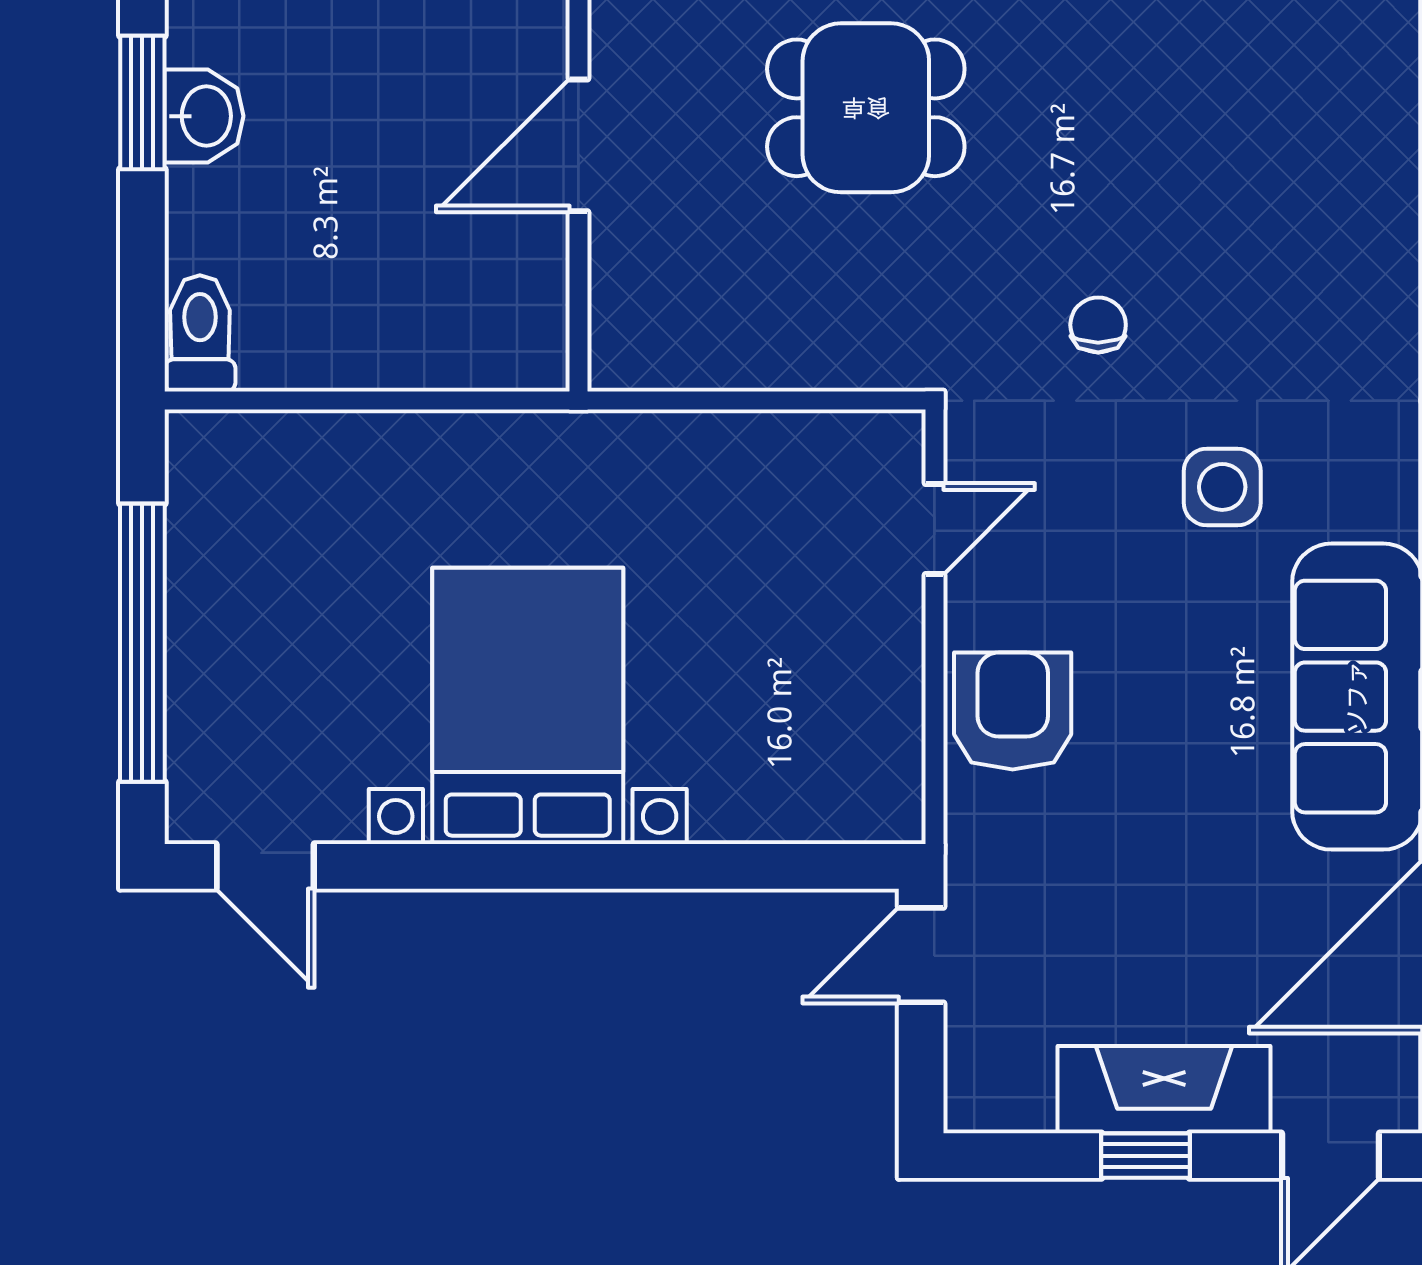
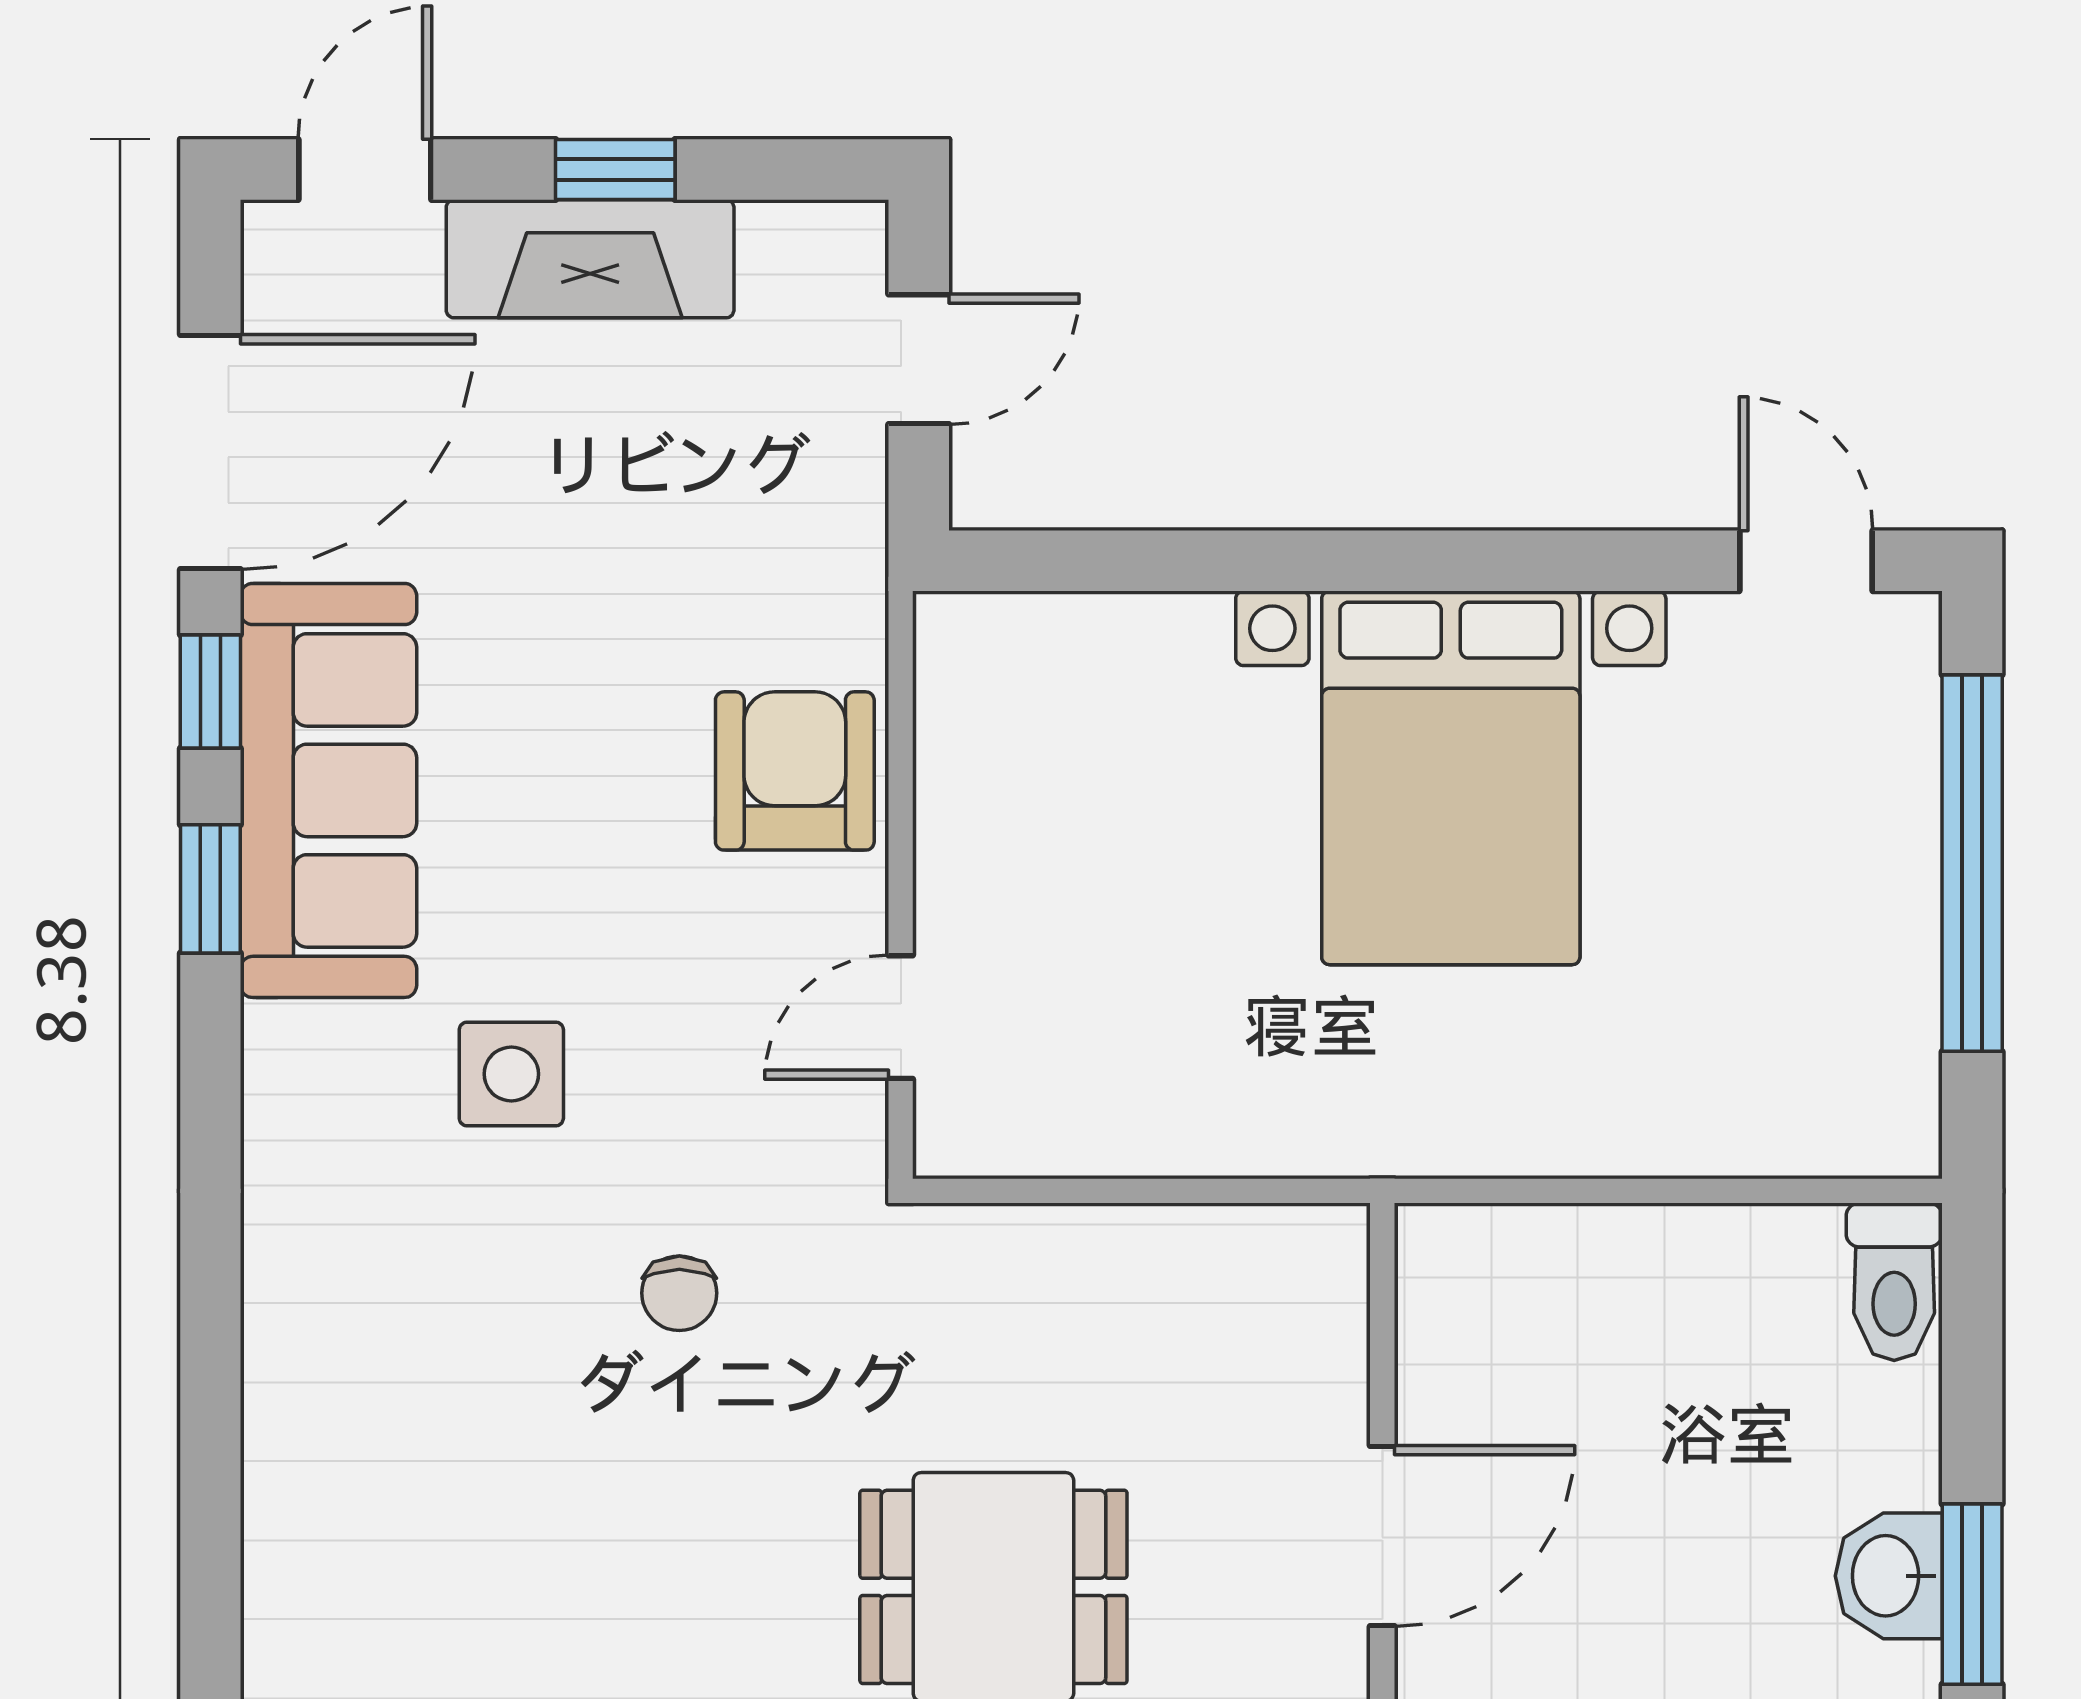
armchair: (1013, 711) -> (795, 771), turned 180
door: (921, 955) -> (919, 359), moved

